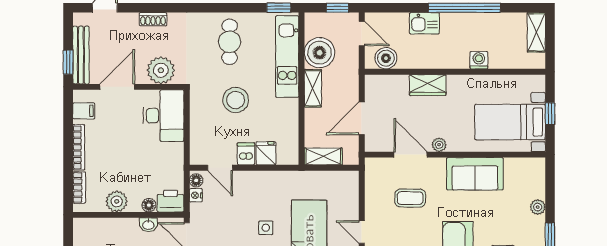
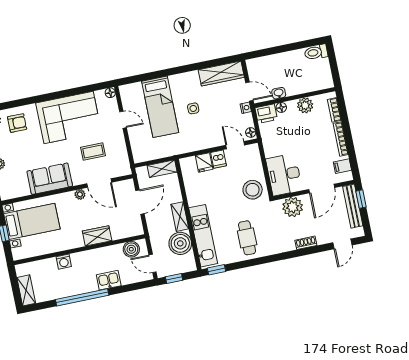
stool: (236, 100) -> (253, 190), moved
nightstand: (196, 195) -> (246, 108), moved

